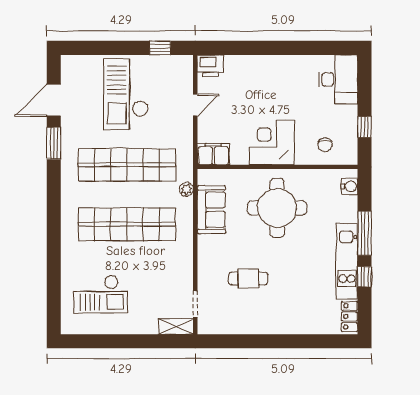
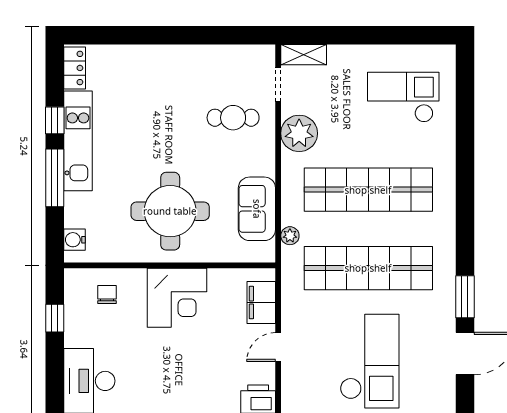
filing cabinet: (213, 154) -> (261, 303), moved, turned 90
plant: (179, 267) -> (299, 133), added
cafe table: (248, 279) -> (233, 118), moved

